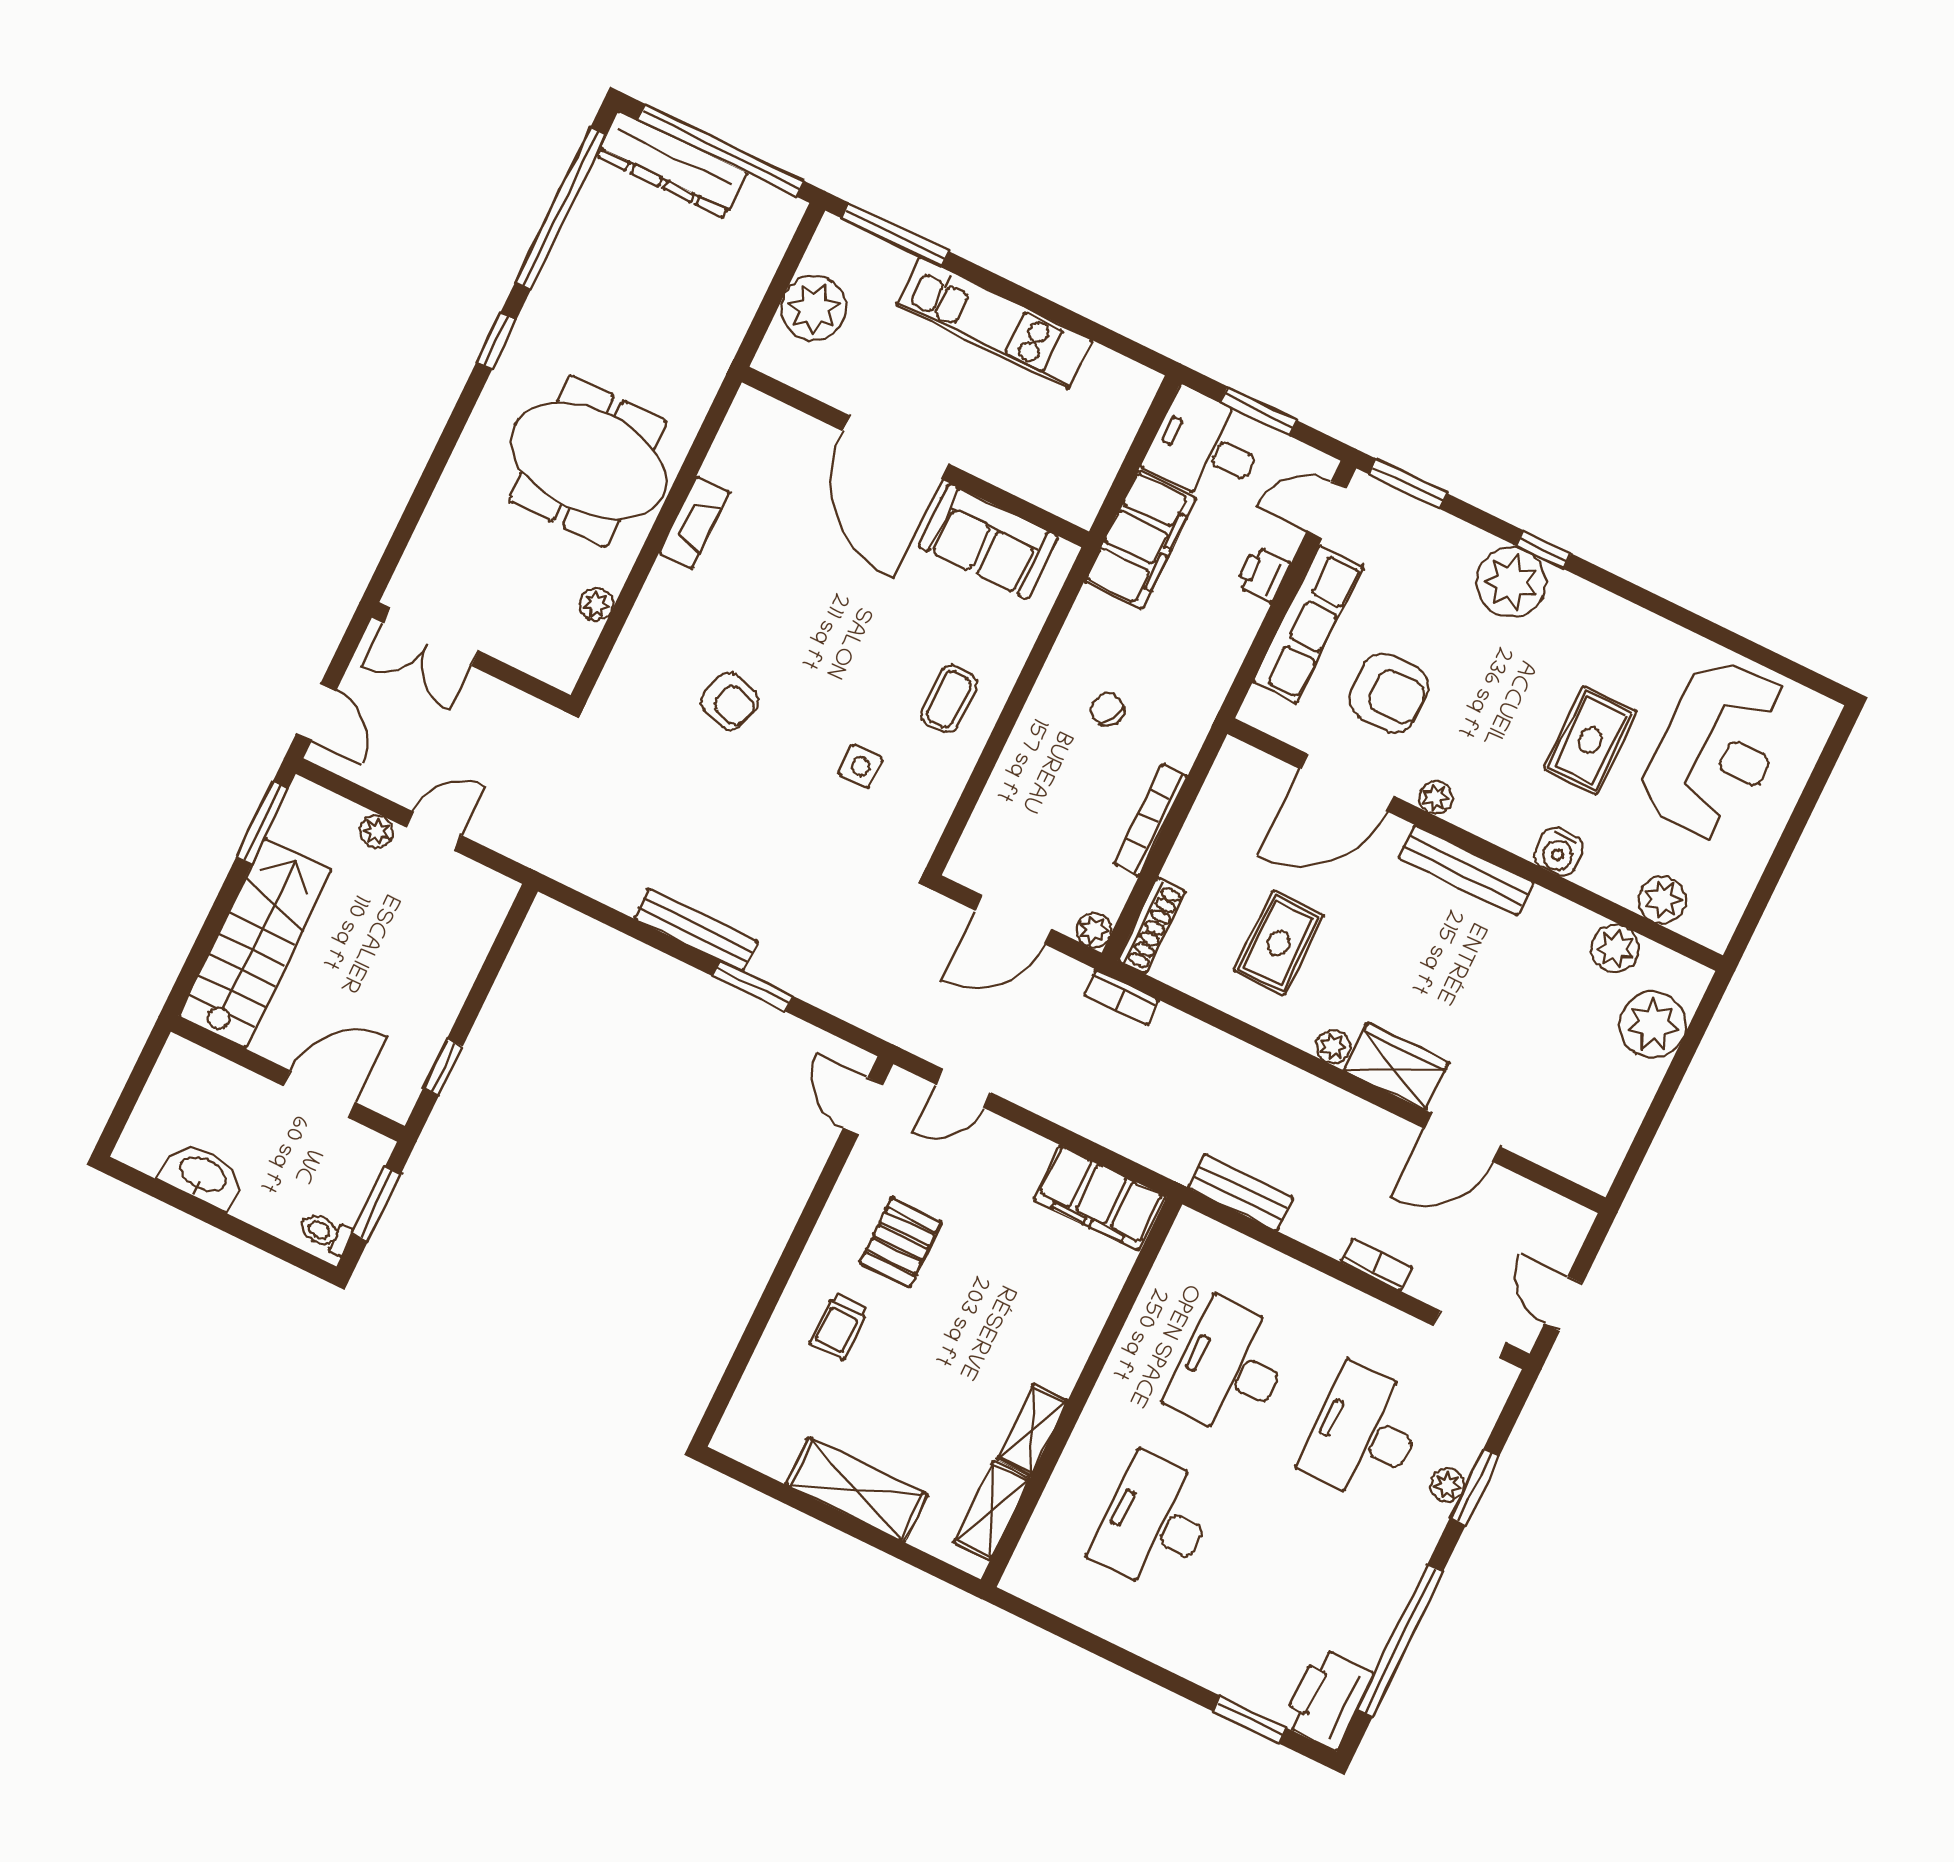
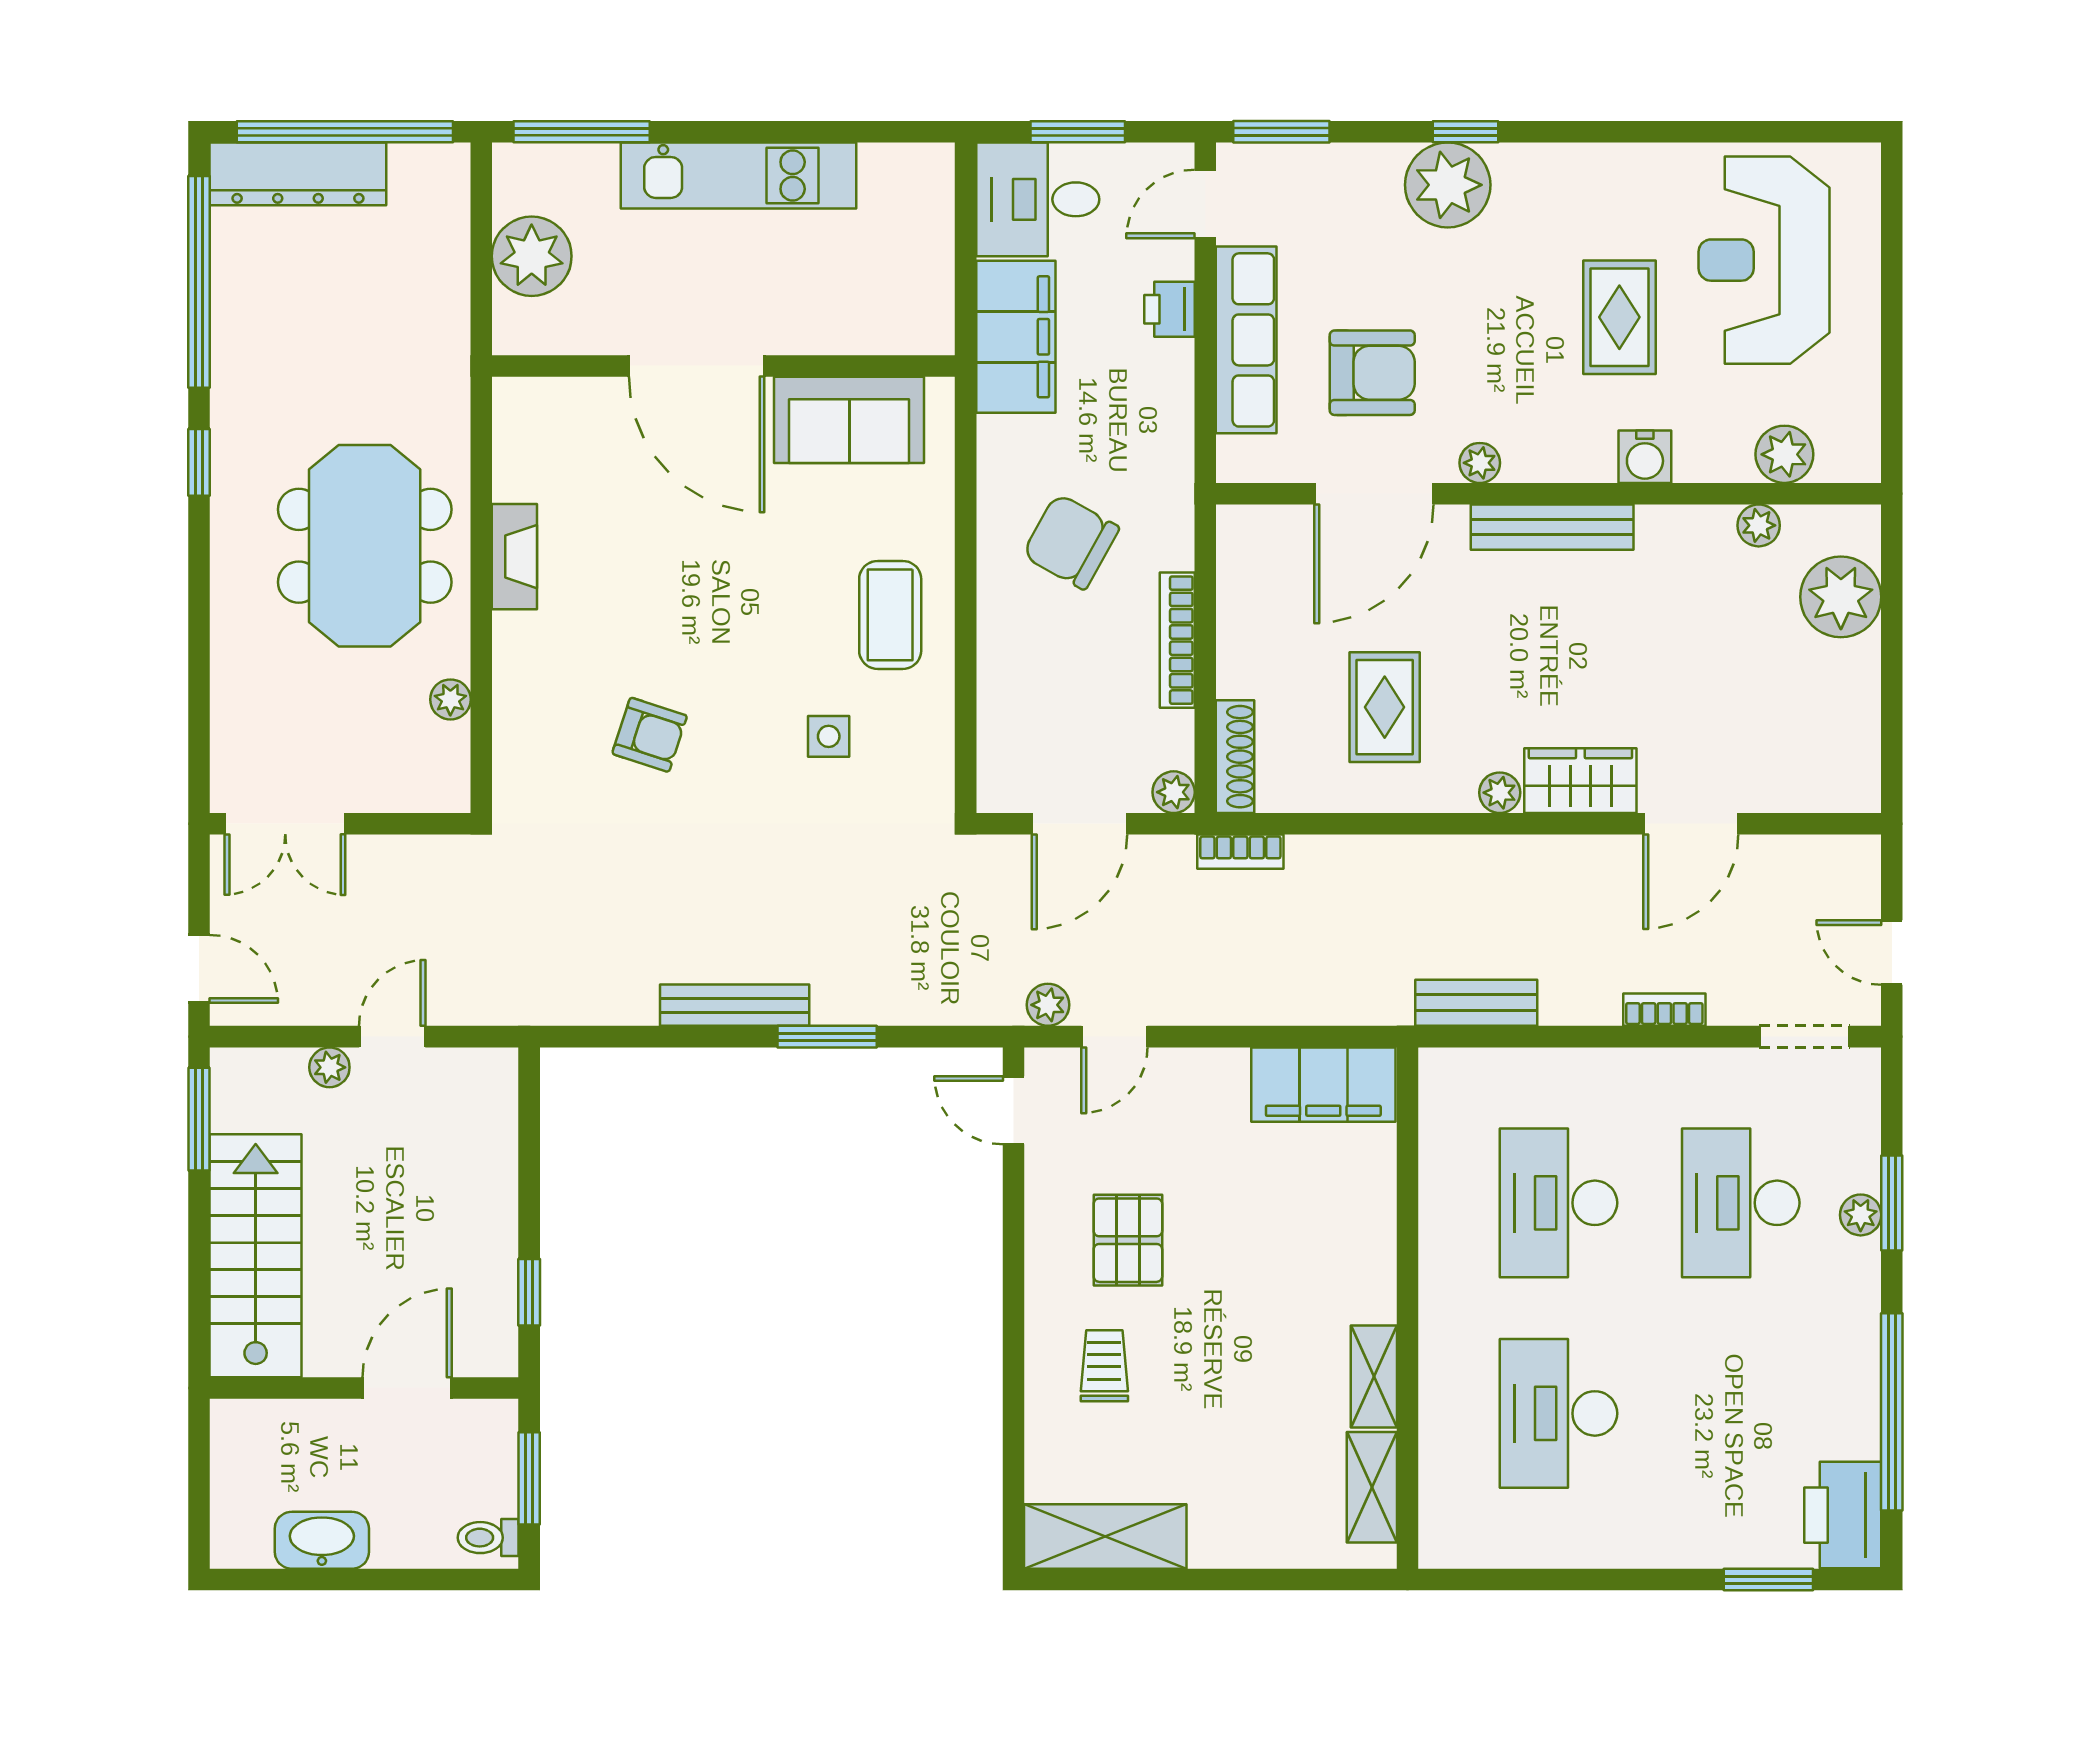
meeting table: (588, 461) -> (365, 546), turned 90
coffee table: (949, 699) -> (890, 615), width x1.36, depth x1.30
chair: (1108, 709) -> (1071, 541), width x1.87, depth x1.87
reception desk: (1717, 750) -> (1764, 260), turned 180
plant: (1615, 949) -> (1759, 525), width x0.73, depth x0.73
plant: (926, 1041) -> (1048, 1005), added
trolley: (839, 1326) -> (1104, 1366), turned 180
shelving: (856, 1490) -> (1105, 1537), moved

